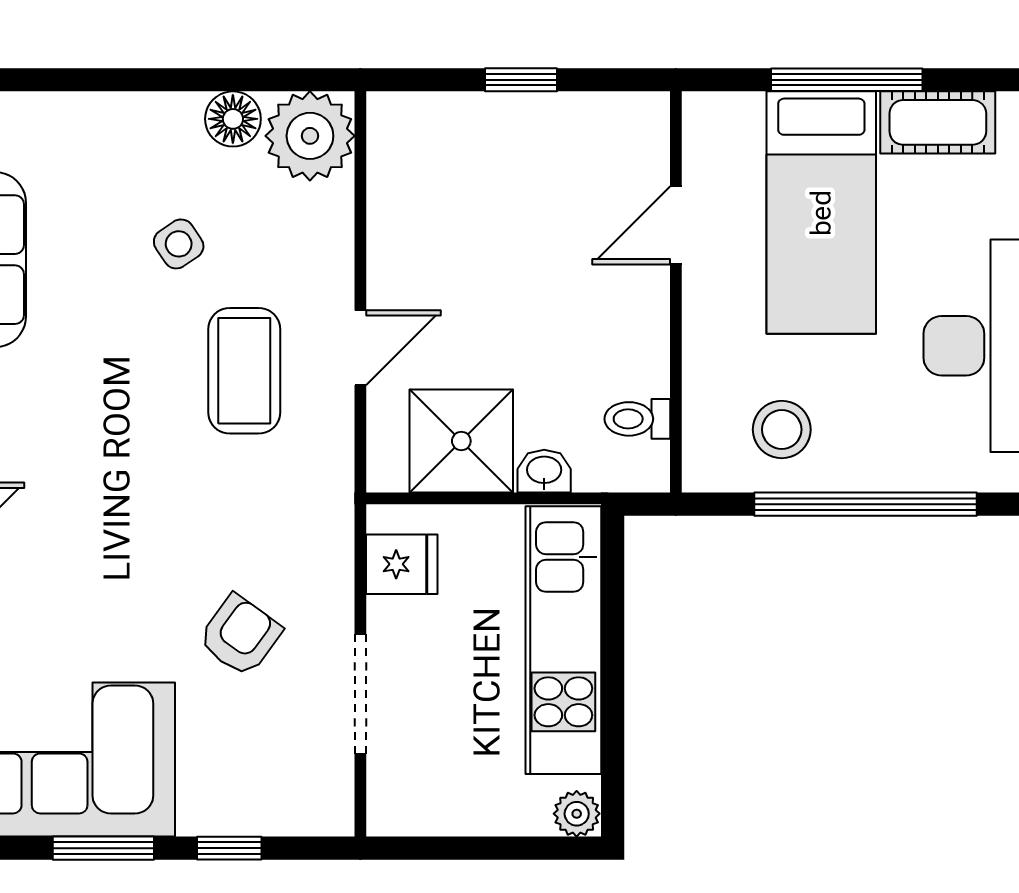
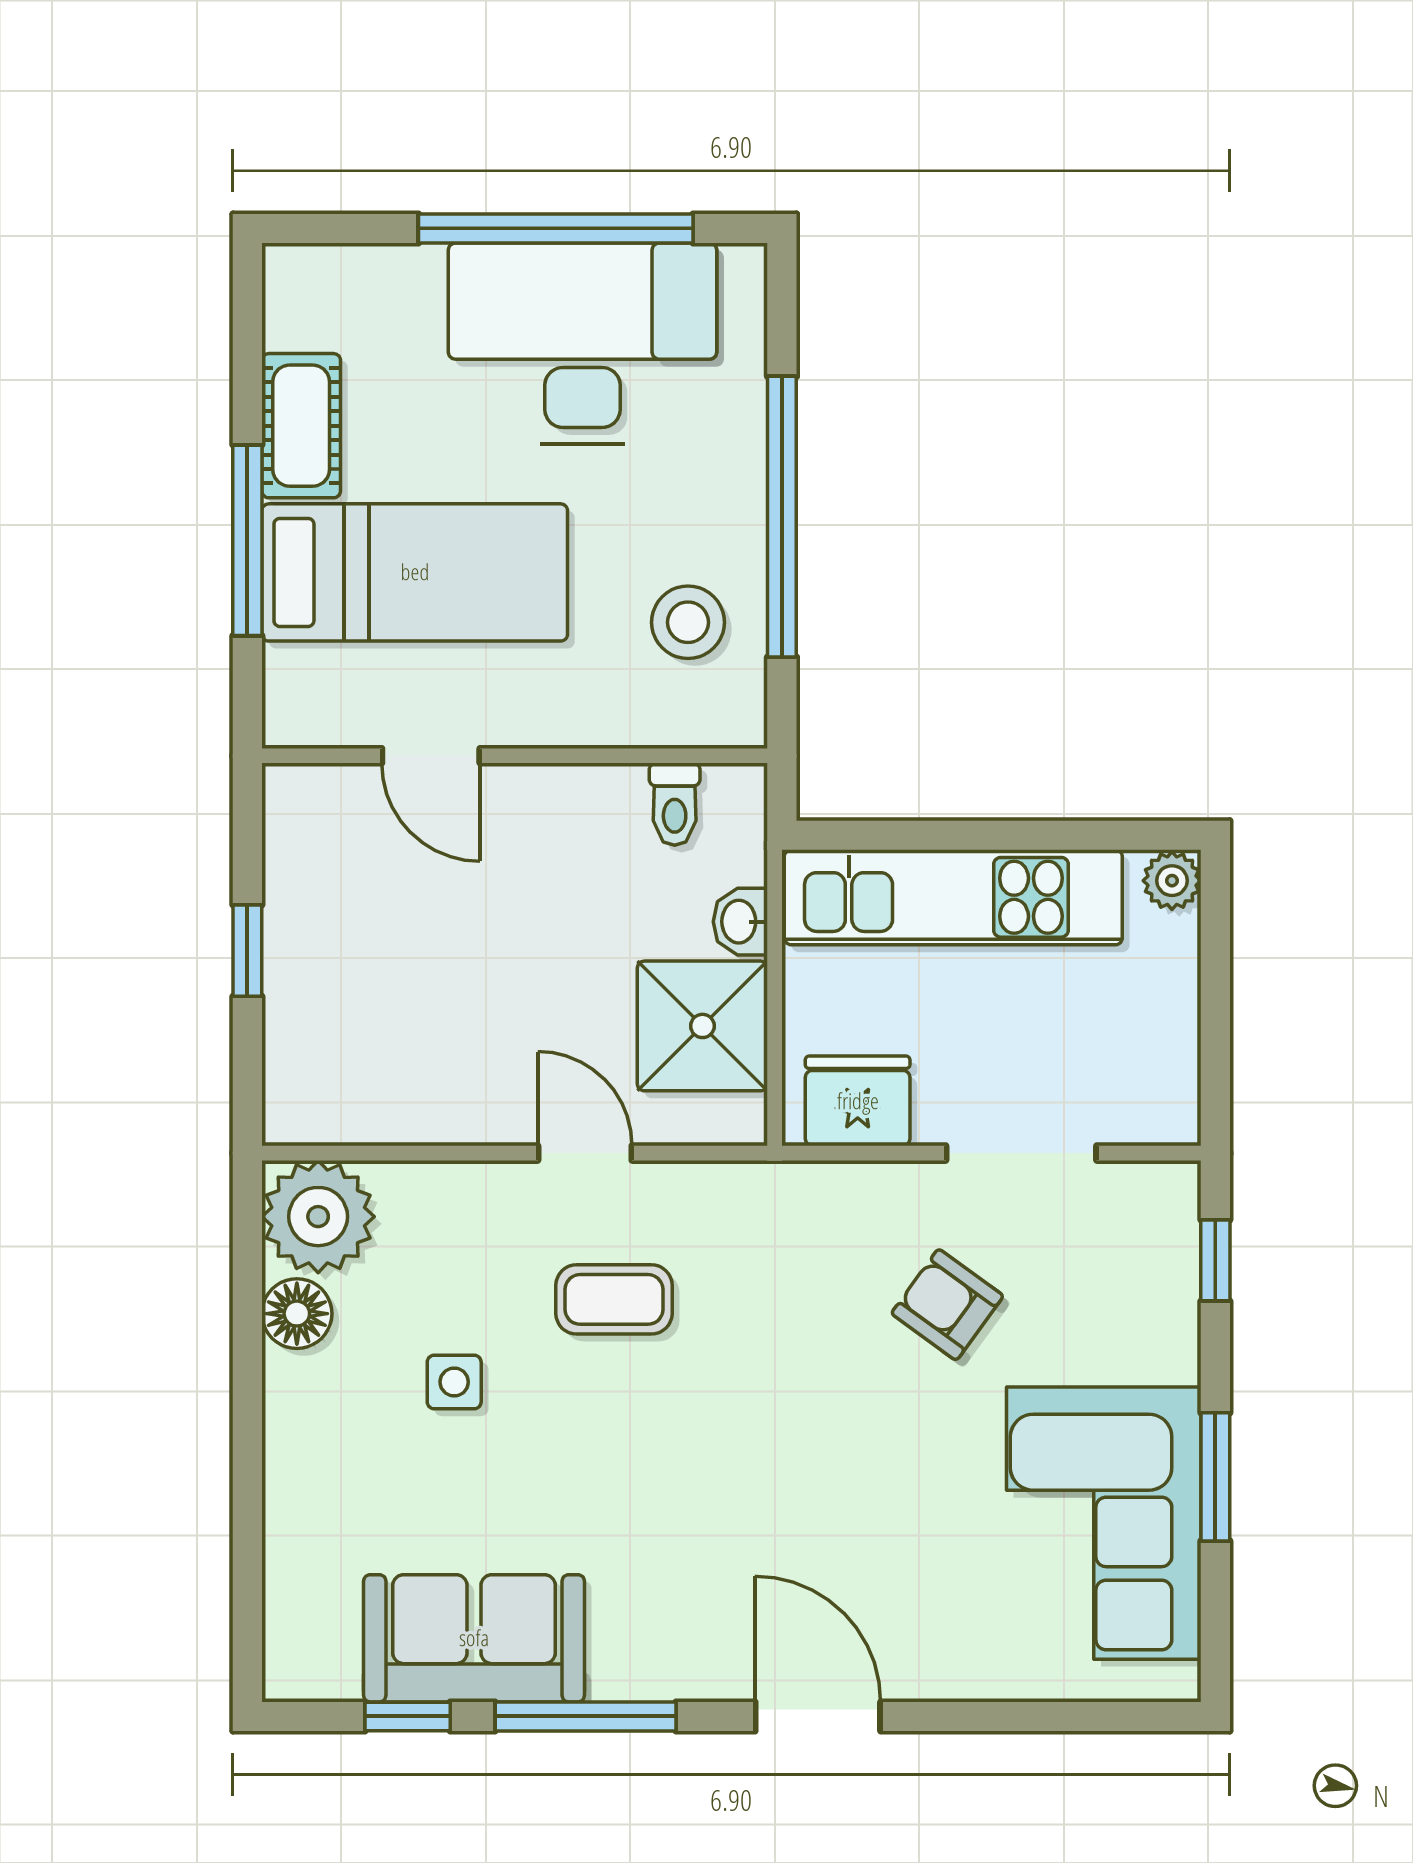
side table: (179, 244) -> (454, 1382), turned 34
coffee table: (244, 371) -> (614, 1299), width x0.73, depth x0.77
fridge: (402, 564) -> (858, 1101), width x1.38
window: (229, 848) -> (1215, 1260), moved

